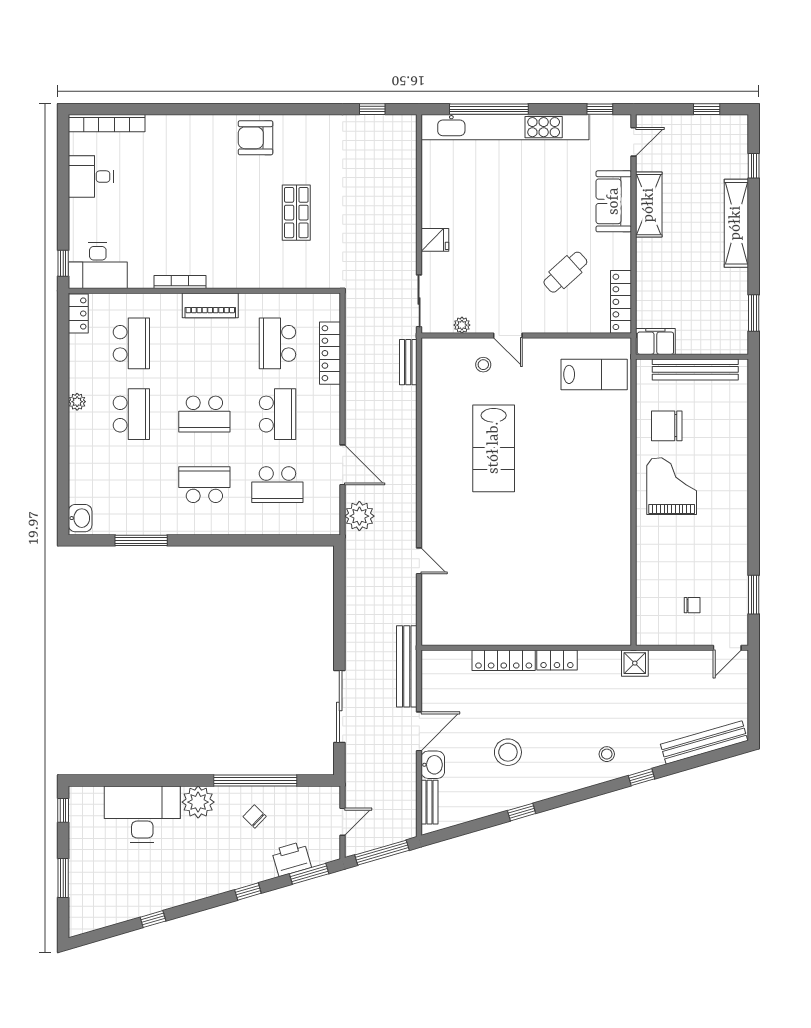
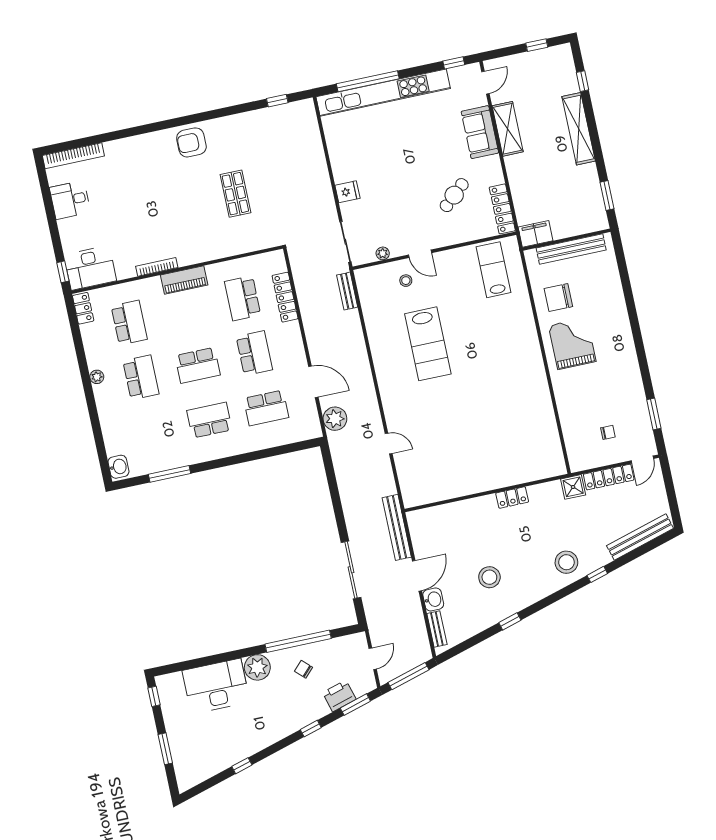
lab bench: (594, 374) -> (493, 270), turned -90
locker: (504, 660) -> (609, 477), moved
stool: (607, 754) -> (566, 562), width x1.89, depth x1.89

